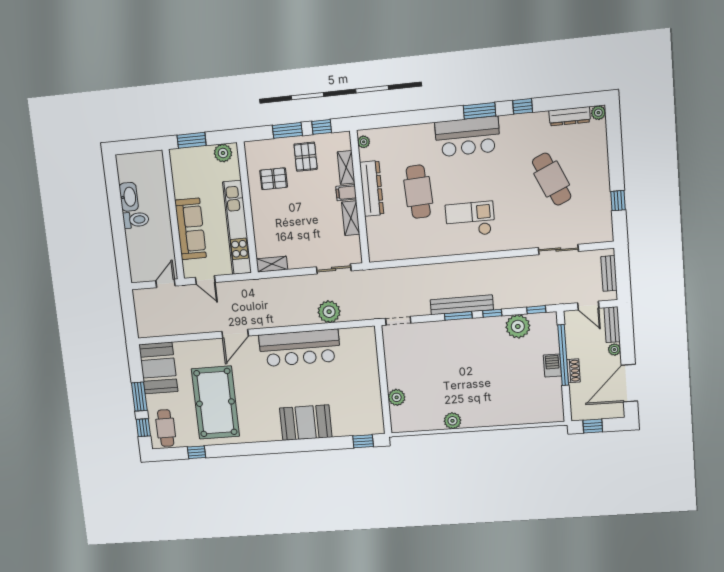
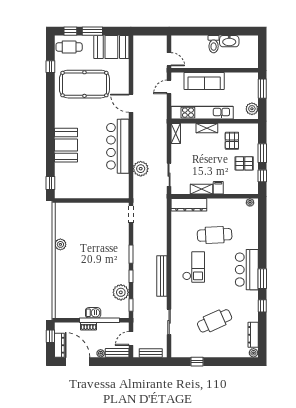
shelving: (346, 167) -> (207, 128), moved
dresser: (372, 188) -> (189, 205), moved
bench: (462, 305) -> (162, 276), moved
plant: (397, 397) -> (79, 208), removed
dresser: (606, 412) -> (59, 345), added

